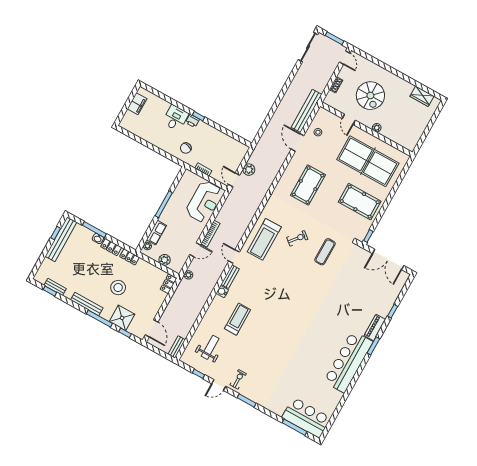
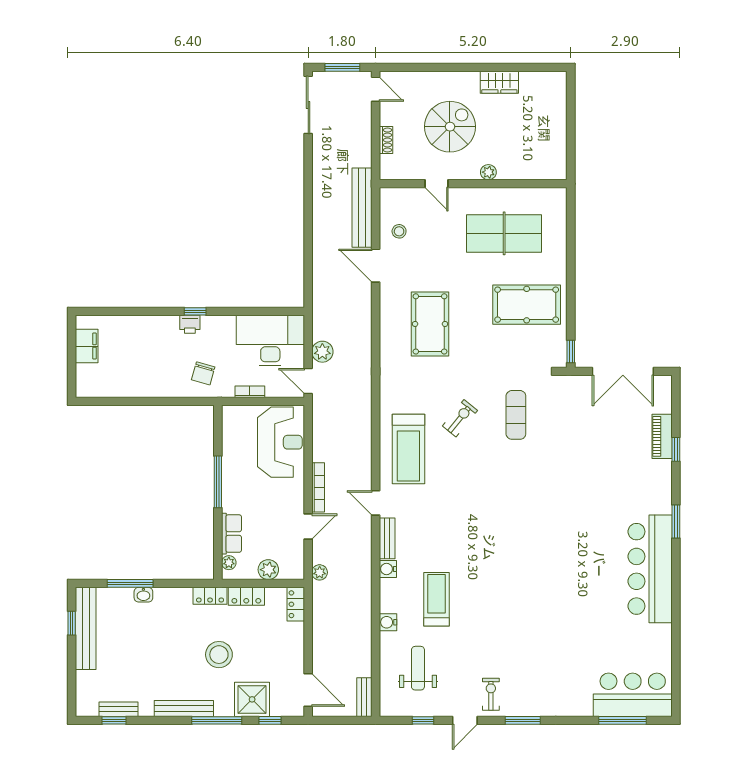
spiral stairs: (370, 96) -> (450, 127), turned -90
wardrobe: (422, 96) -> (499, 82), moved
desk: (175, 118) -> (270, 341), moved, width x1.87, depth x1.30
table tennis table: (368, 161) -> (504, 233), width x0.73, depth x0.76
locker: (111, 247) -> (246, 596), moved
water cooler: (208, 317) -> (388, 622), added
piano: (375, 328) -> (662, 436), moved

